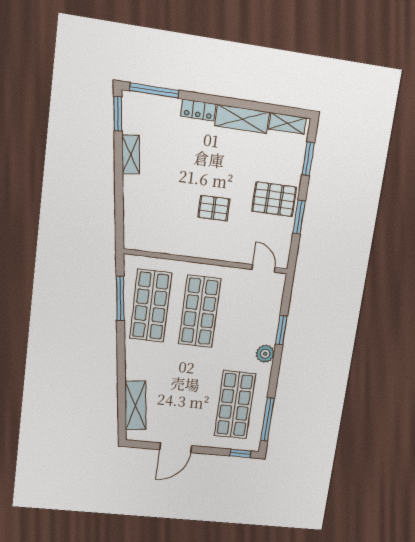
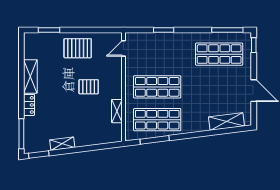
shelving: (287, 123) -> (117, 111), moved
pallet: (274, 199) -> (78, 48), turned 90
pallet: (214, 208) -> (89, 87), turned 90
window: (299, 217) -> (87, 30), removed
plant: (265, 354) -> (181, 39), removed

